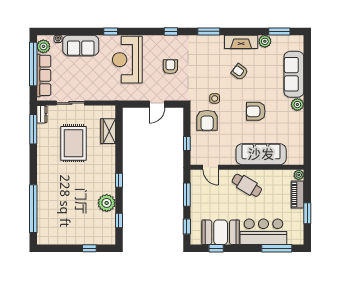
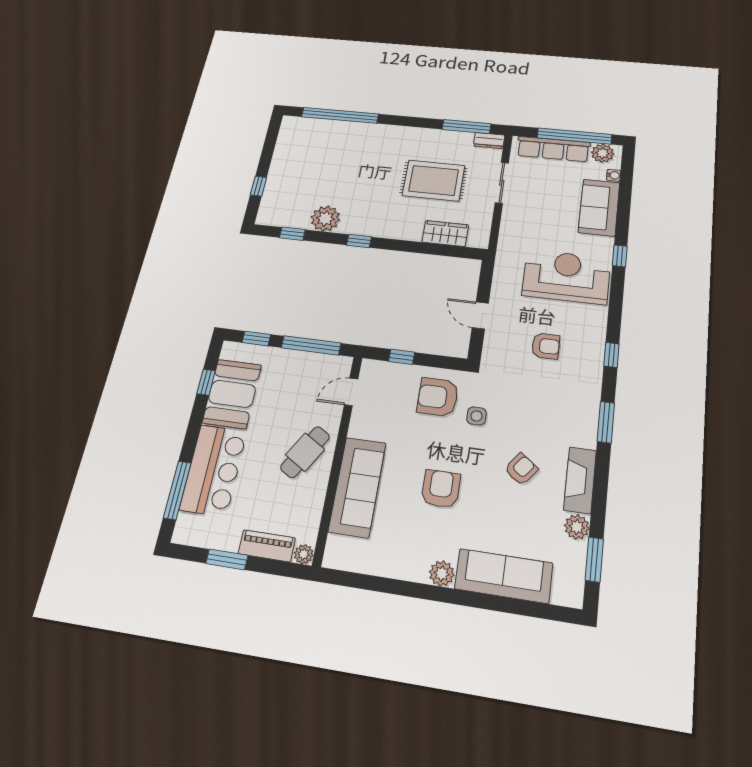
window: (187, 195) -> (311, 345), width x1.44

